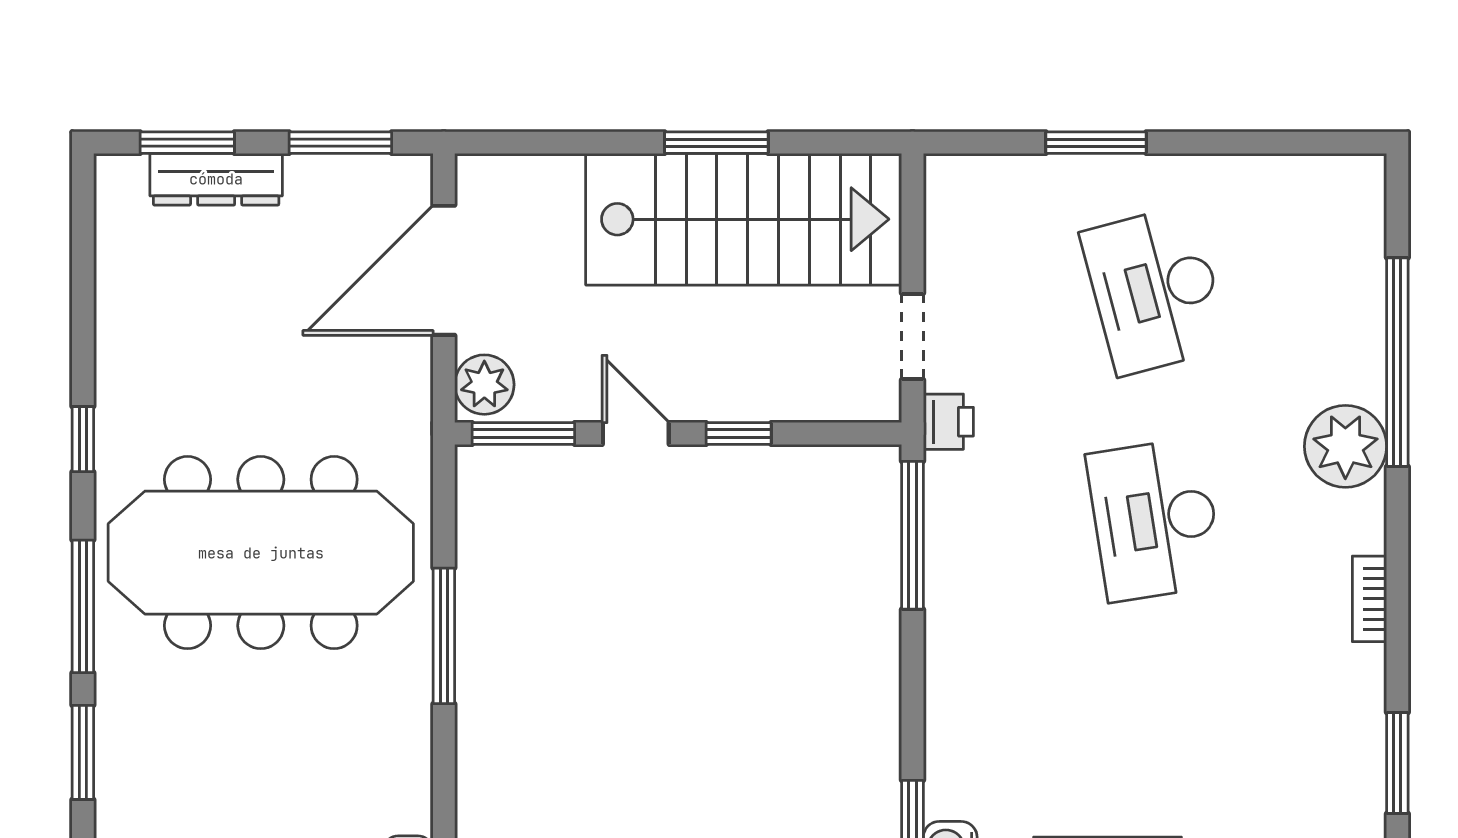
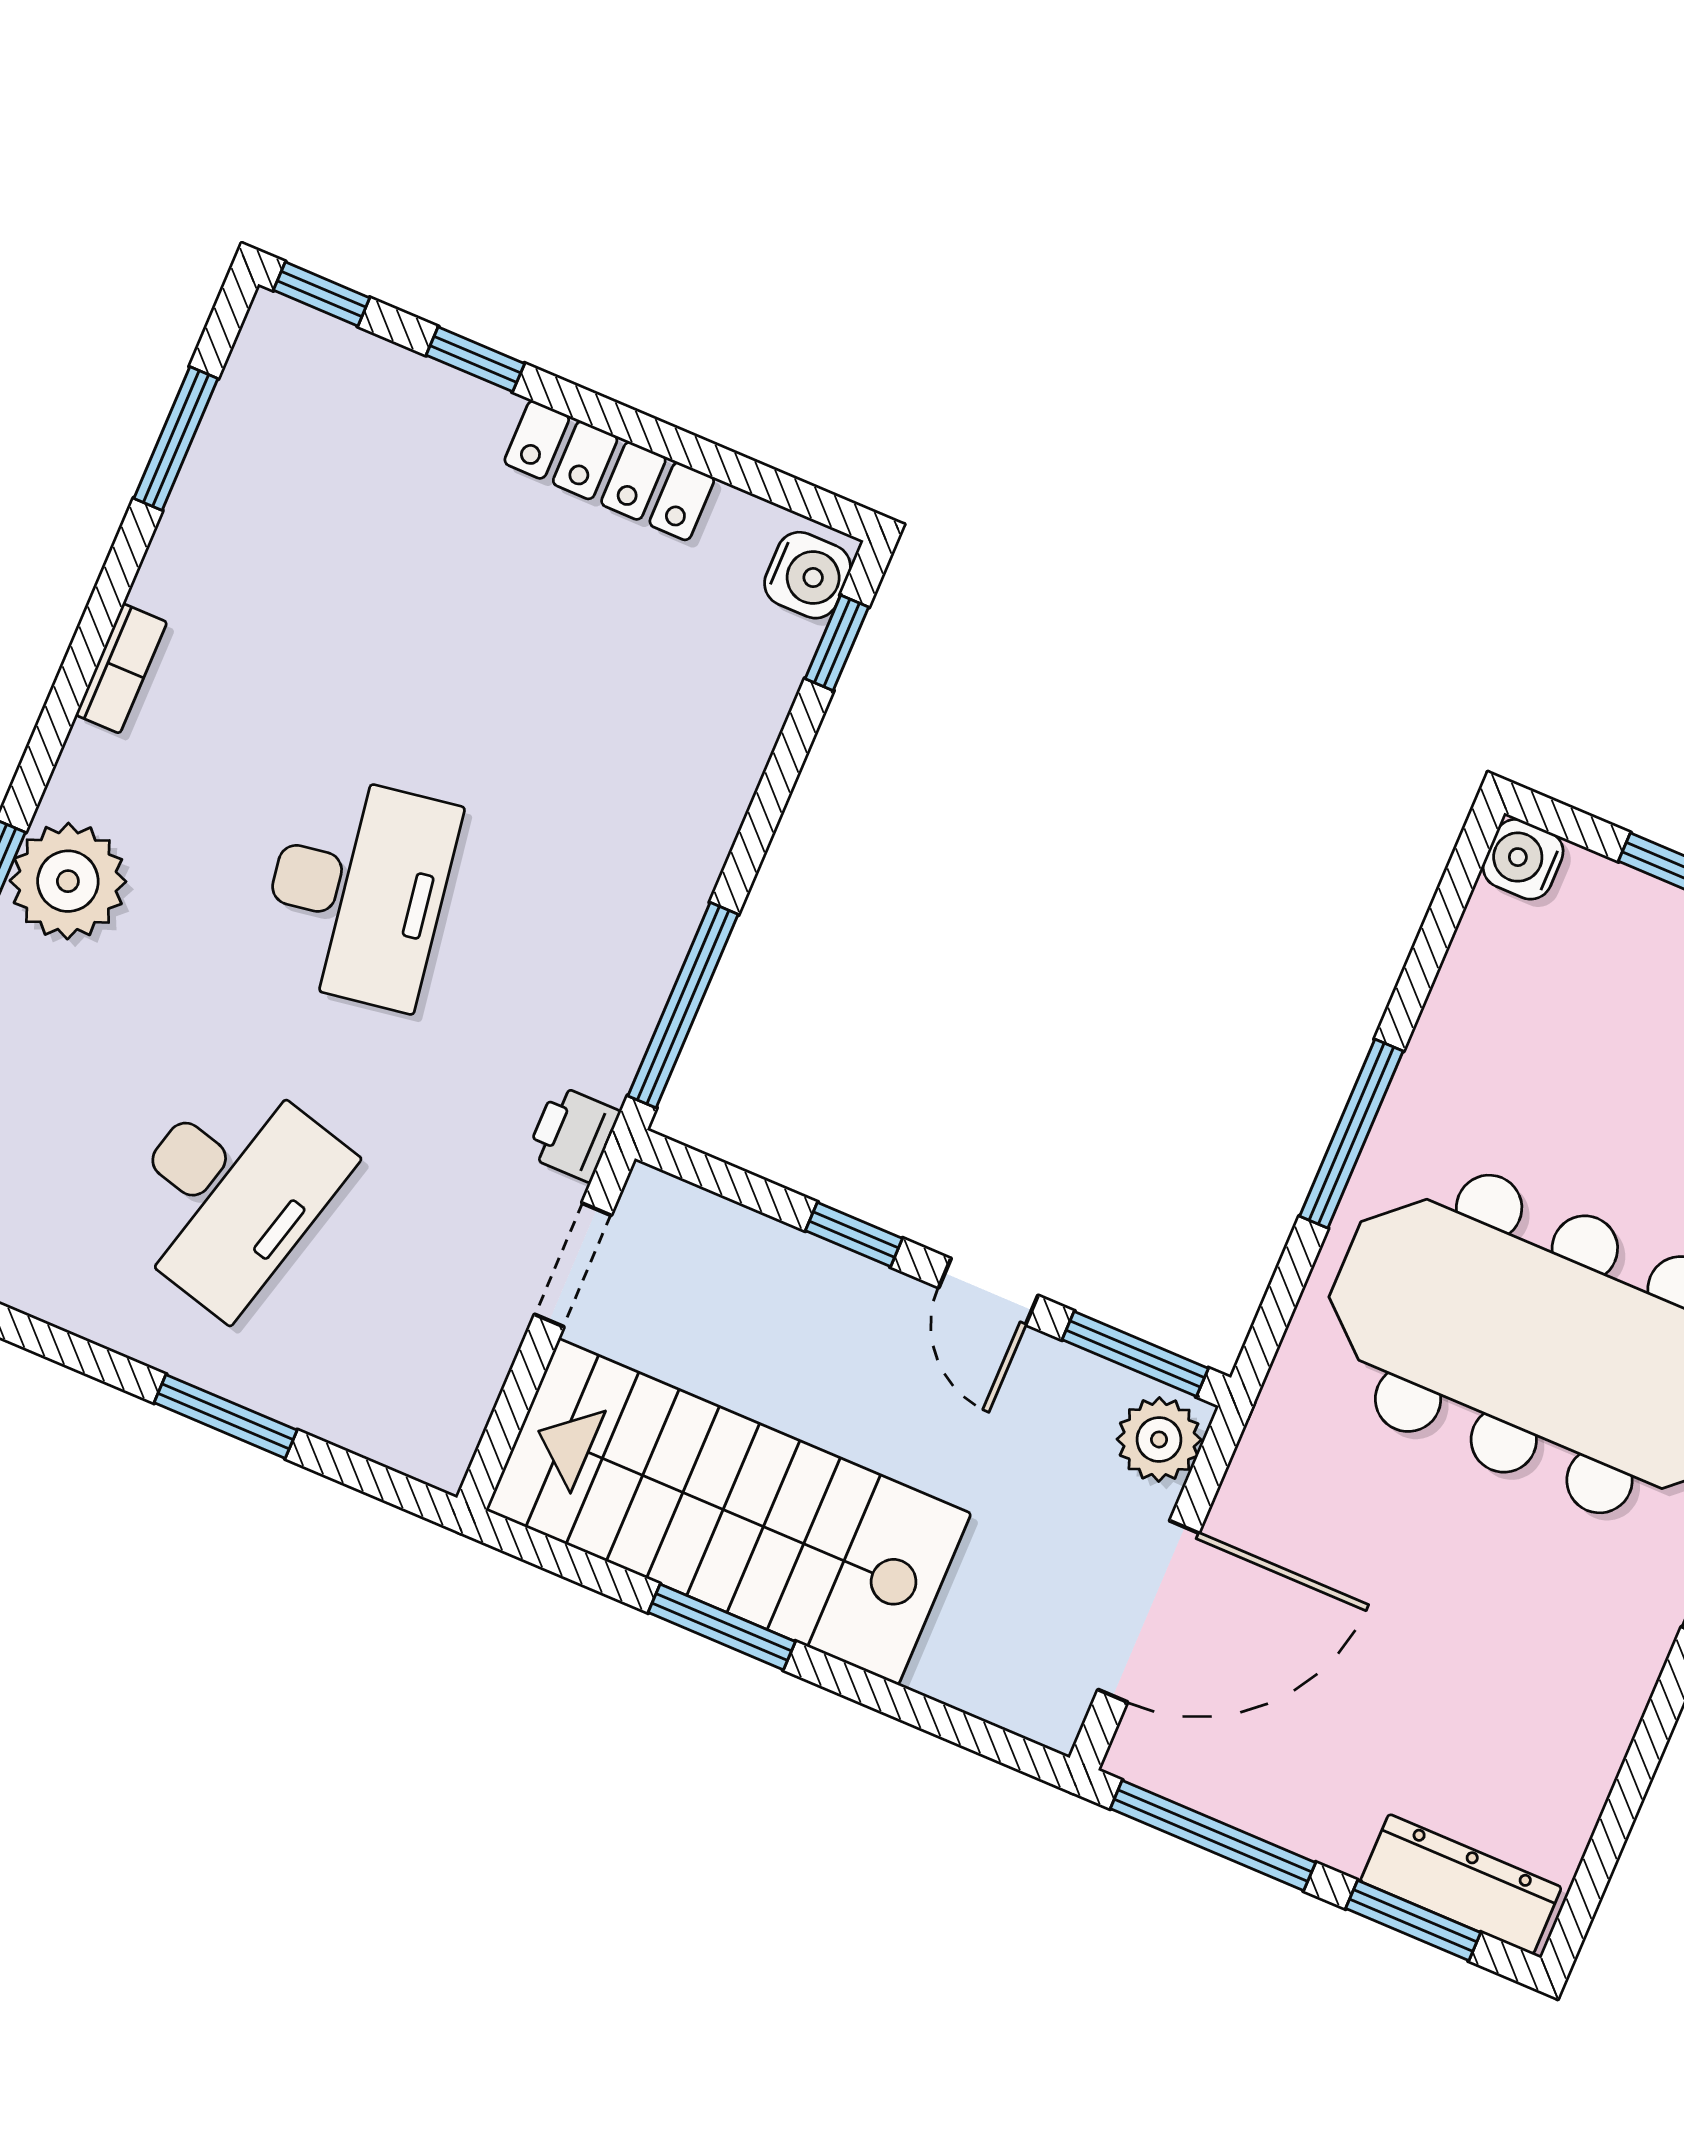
window: (340, 143) -> (1213, 1836), width x1.44
dresser: (216, 179) -> (1461, 1884), moved
desk: (1155, 290) -> (230, 1191), turned 30

